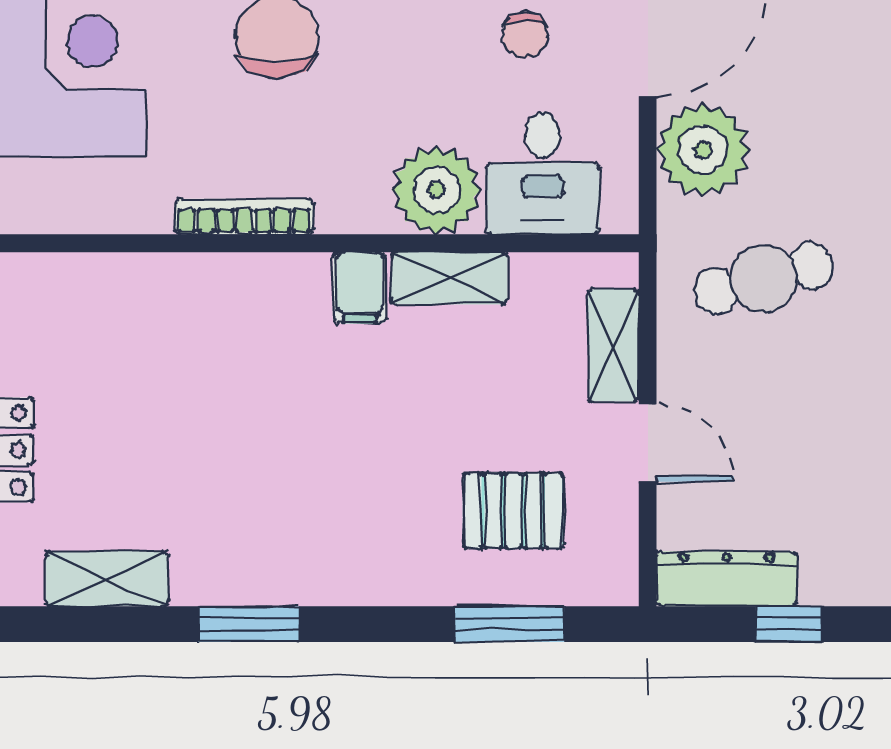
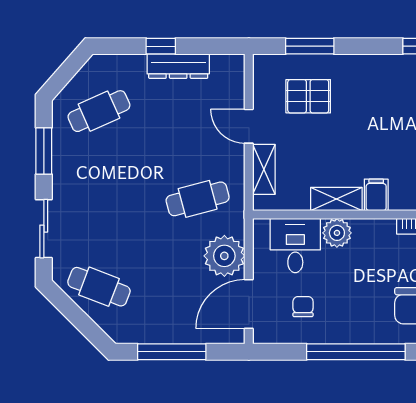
plant: (436, 190) -> (337, 233), width x0.73, depth x0.73
dresser: (727, 579) -> (178, 66), moved
window: (789, 624) -> (161, 46), moved

